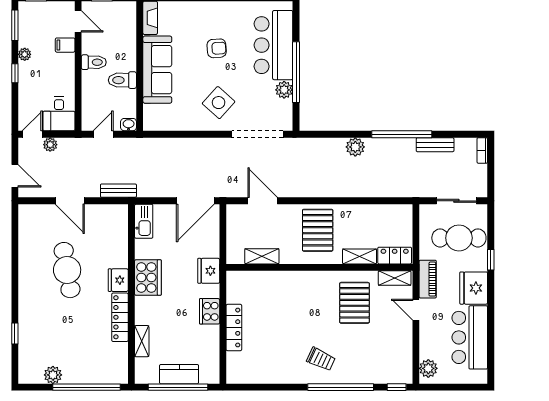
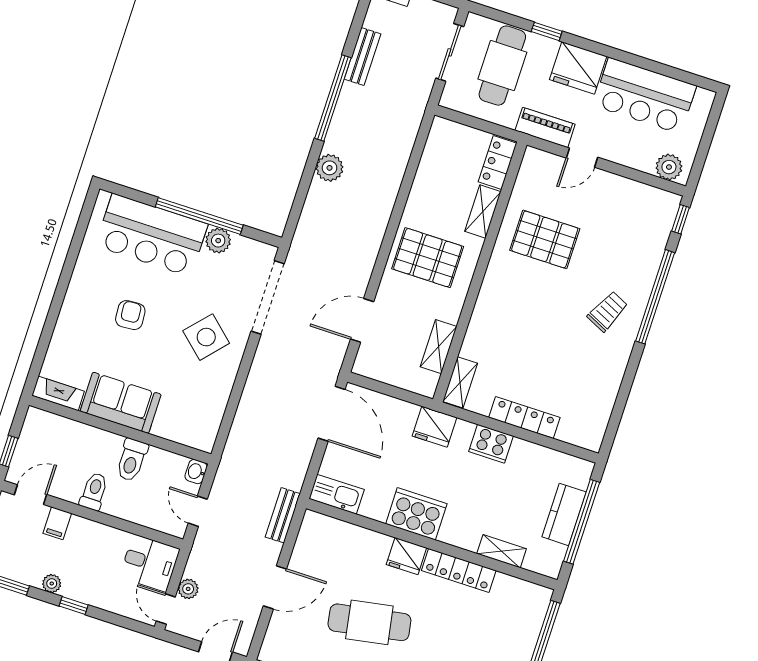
sofa: (157, 70) -> (121, 403), width x0.73
shelving: (395, 278) -> (460, 382), moved

